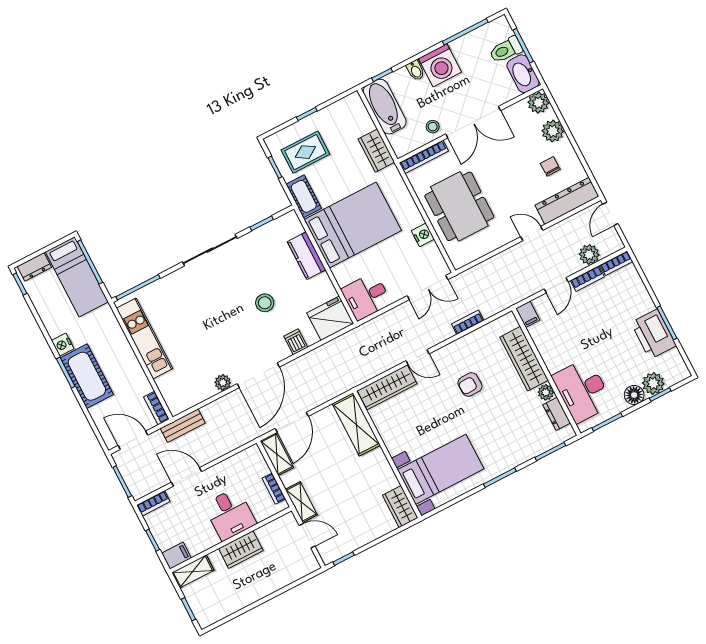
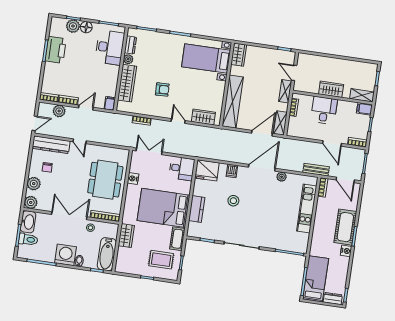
kitchen unit: (144, 338) -> (307, 208), moved
wardrobe: (387, 387) -> (203, 117), width x0.67
shelving: (356, 424) -> (233, 102), width x1.47

